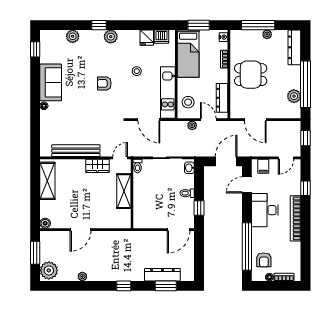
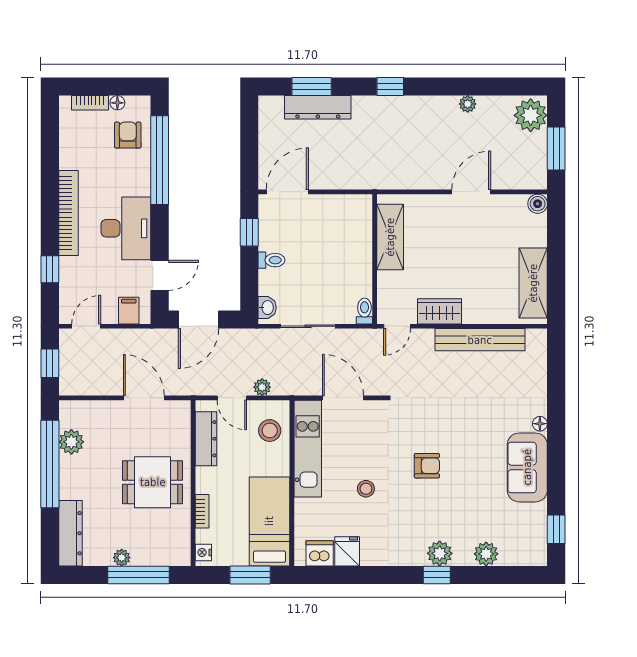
plant: (111, 37) -> (440, 553), moved
shelving: (124, 191) -> (390, 237), moved

